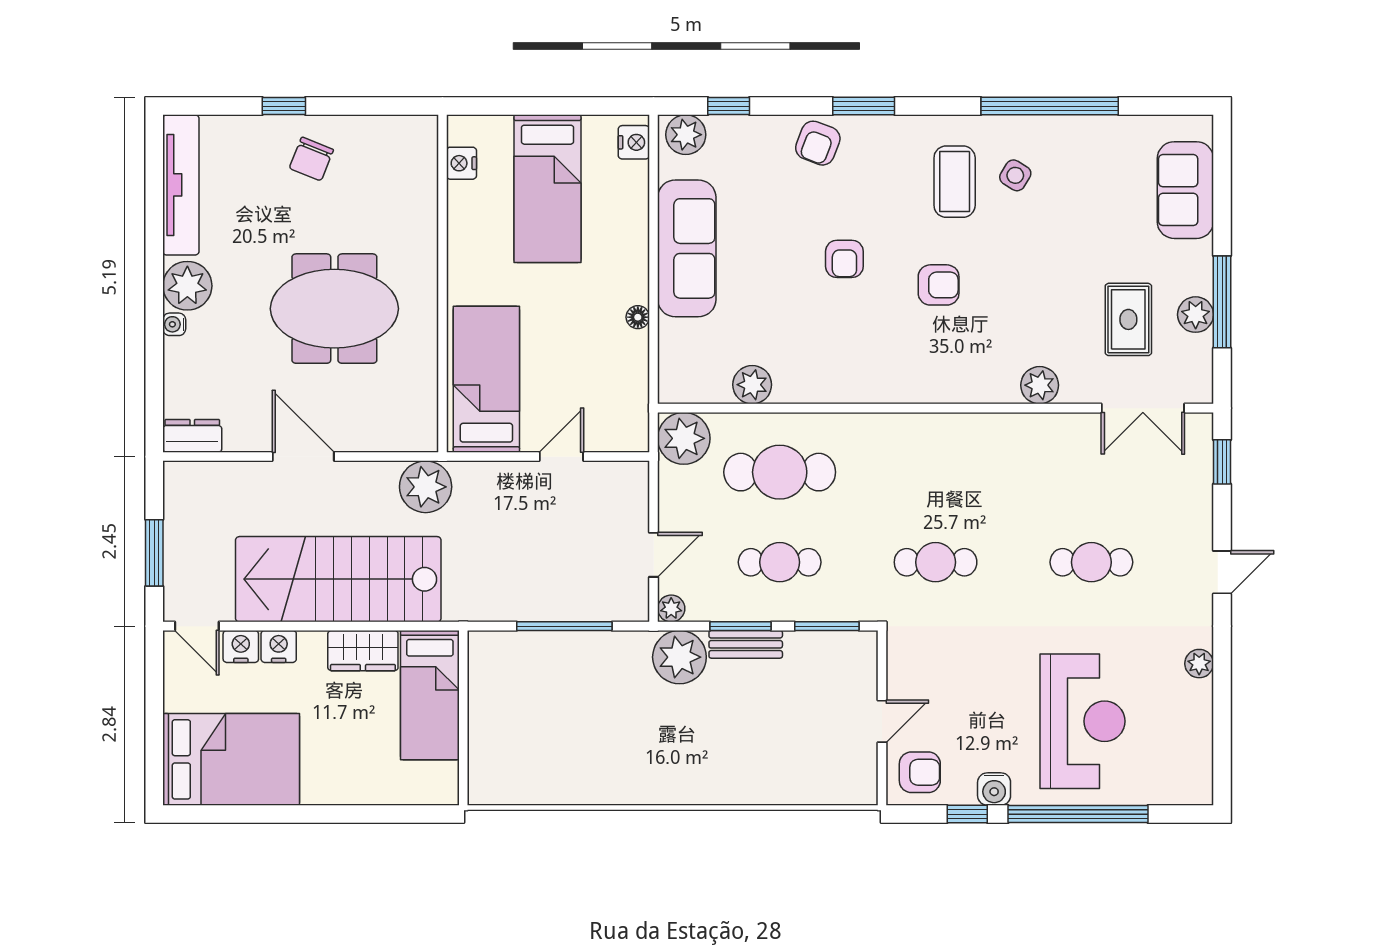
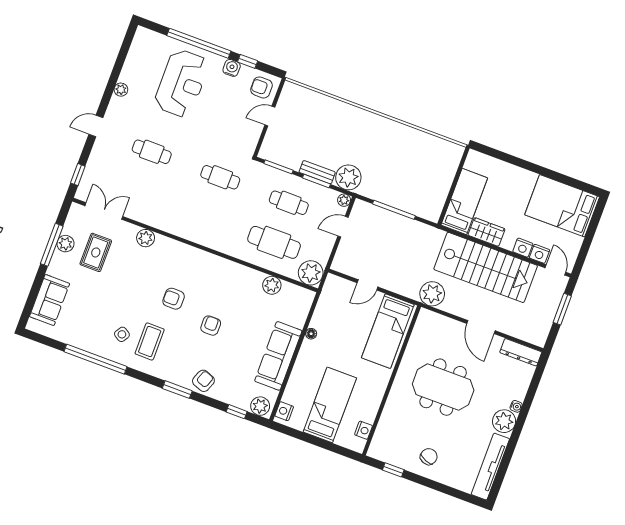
window: (284, 106) -> (393, 470), moved
dresser: (192, 436) -> (521, 352), width x1.44
reception desk: (1083, 721) -> (182, 83), turned 180

